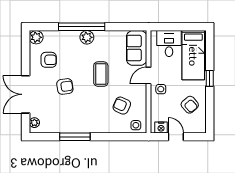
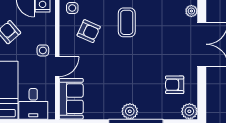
coffee table: (101, 74) -> (127, 22), moved
armchair: (65, 86) -> (156, 54), removed

